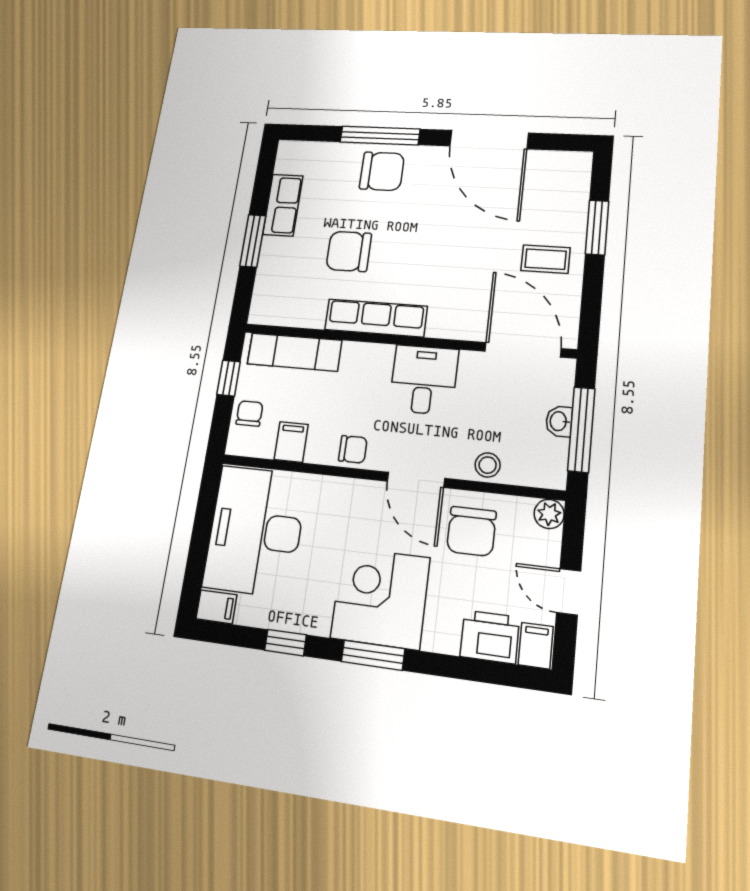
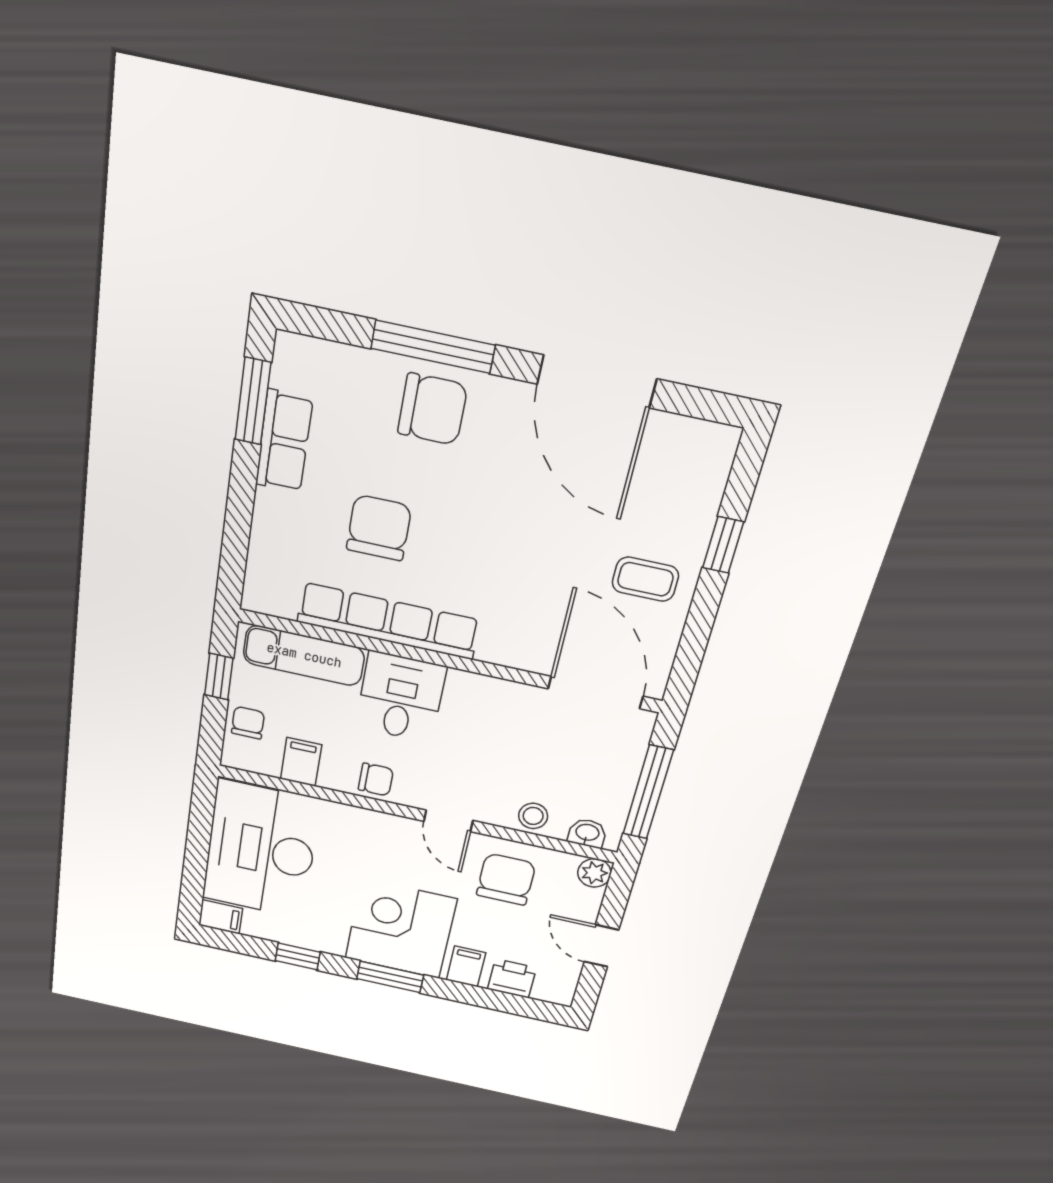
window: (597, 228) -> (723, 545), width x0.67
window: (253, 241) -> (253, 401), moved
chair: (349, 251) -> (379, 528), turned 90
row of seats: (376, 318) -> (388, 621), width x1.36
desk: (424, 380) -> (401, 697), moved
washbasin: (559, 421) -> (587, 833), moved, turned 90
door: (416, 480) -> (448, 821), width x0.73
chair: (471, 531) -> (506, 879), turned 180
printer: (490, 637) -> (512, 978), width x0.73, depth x0.81
filing cabinet: (536, 646) -> (466, 966), moved

